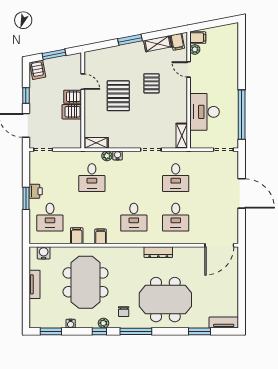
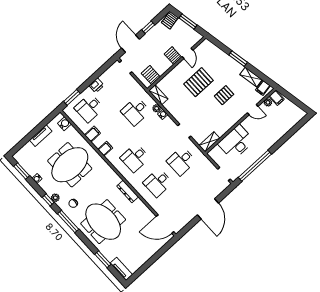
door: (189, 69) -> (253, 110), swing flipped
server rack: (72, 112) -> (151, 75), moved
window: (26, 198) -> (72, 97), moved

